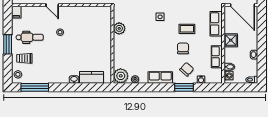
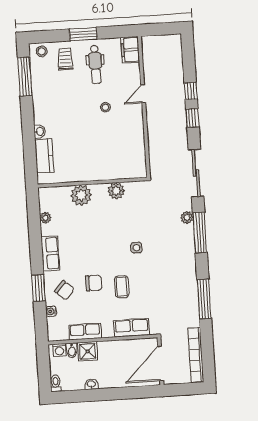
filing cabinet: (16, 12) -> (130, 50), width x2.00
shower: (231, 40) -> (88, 351), moved
plant: (121, 76) -> (81, 195), moved

